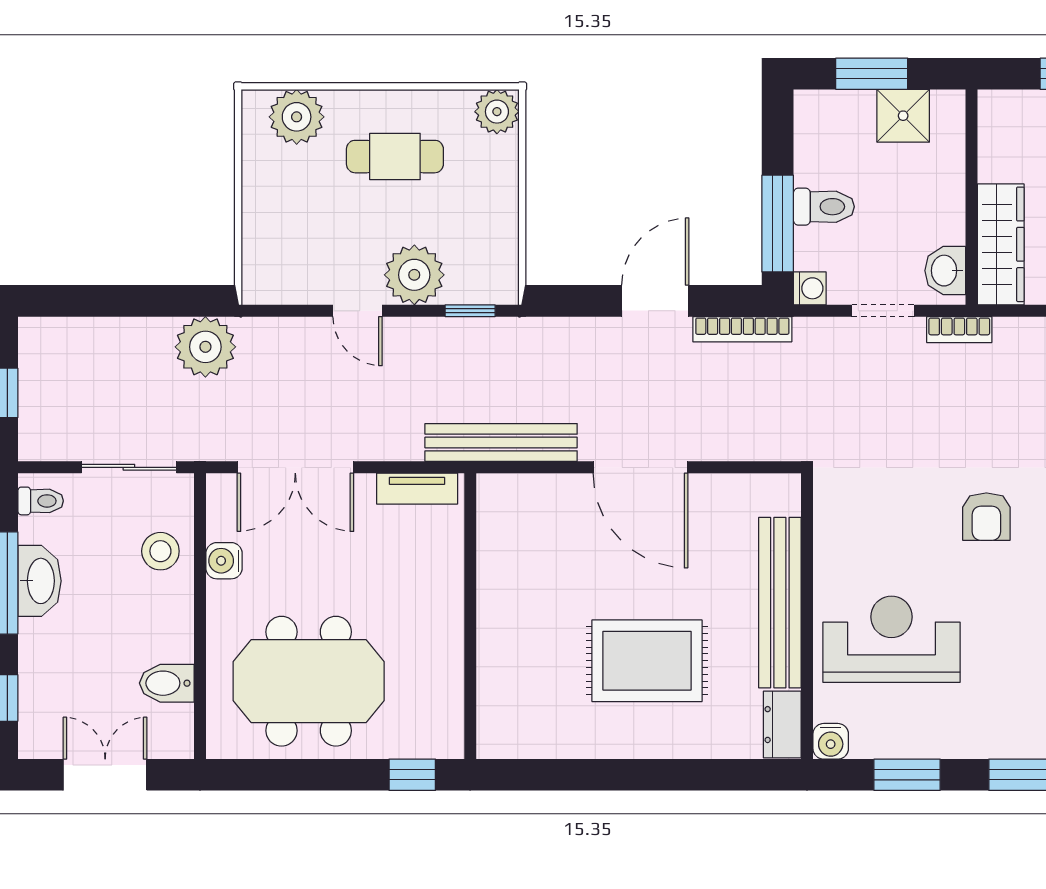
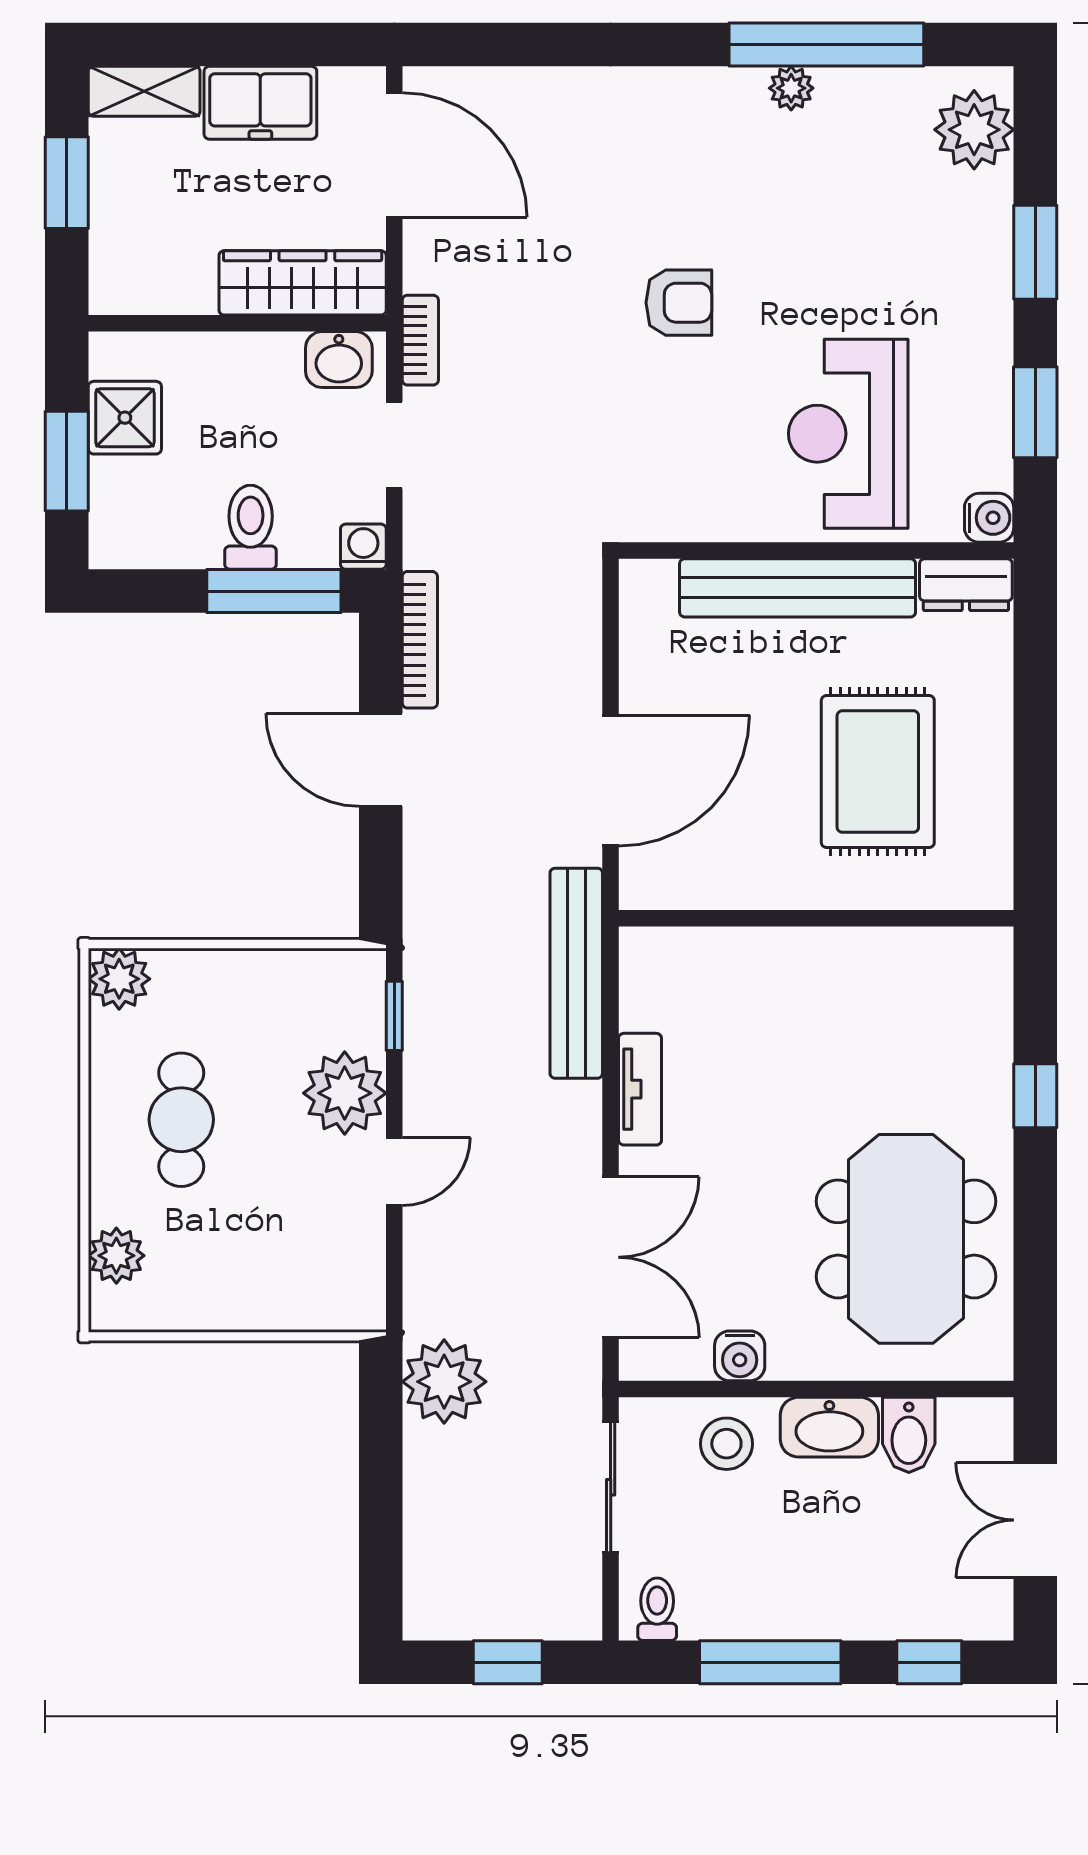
plant: (297, 117) -> (116, 1256), width x0.73, depth x0.73
washbasin: (40, 581) -> (829, 1427), moved, turned 180
wall: (470, 616) -> (816, 918), moved

